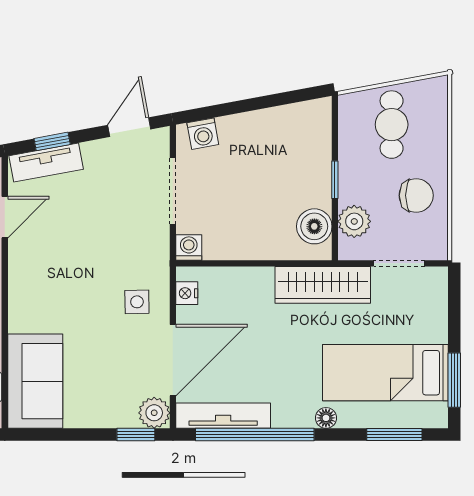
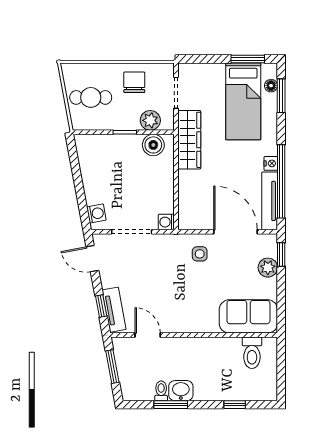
nightstand: (187, 293) -> (271, 163), moved, turned -90
plant: (154, 413) -> (268, 268), moved
floor lamp: (326, 418) -> (271, 86), moved

